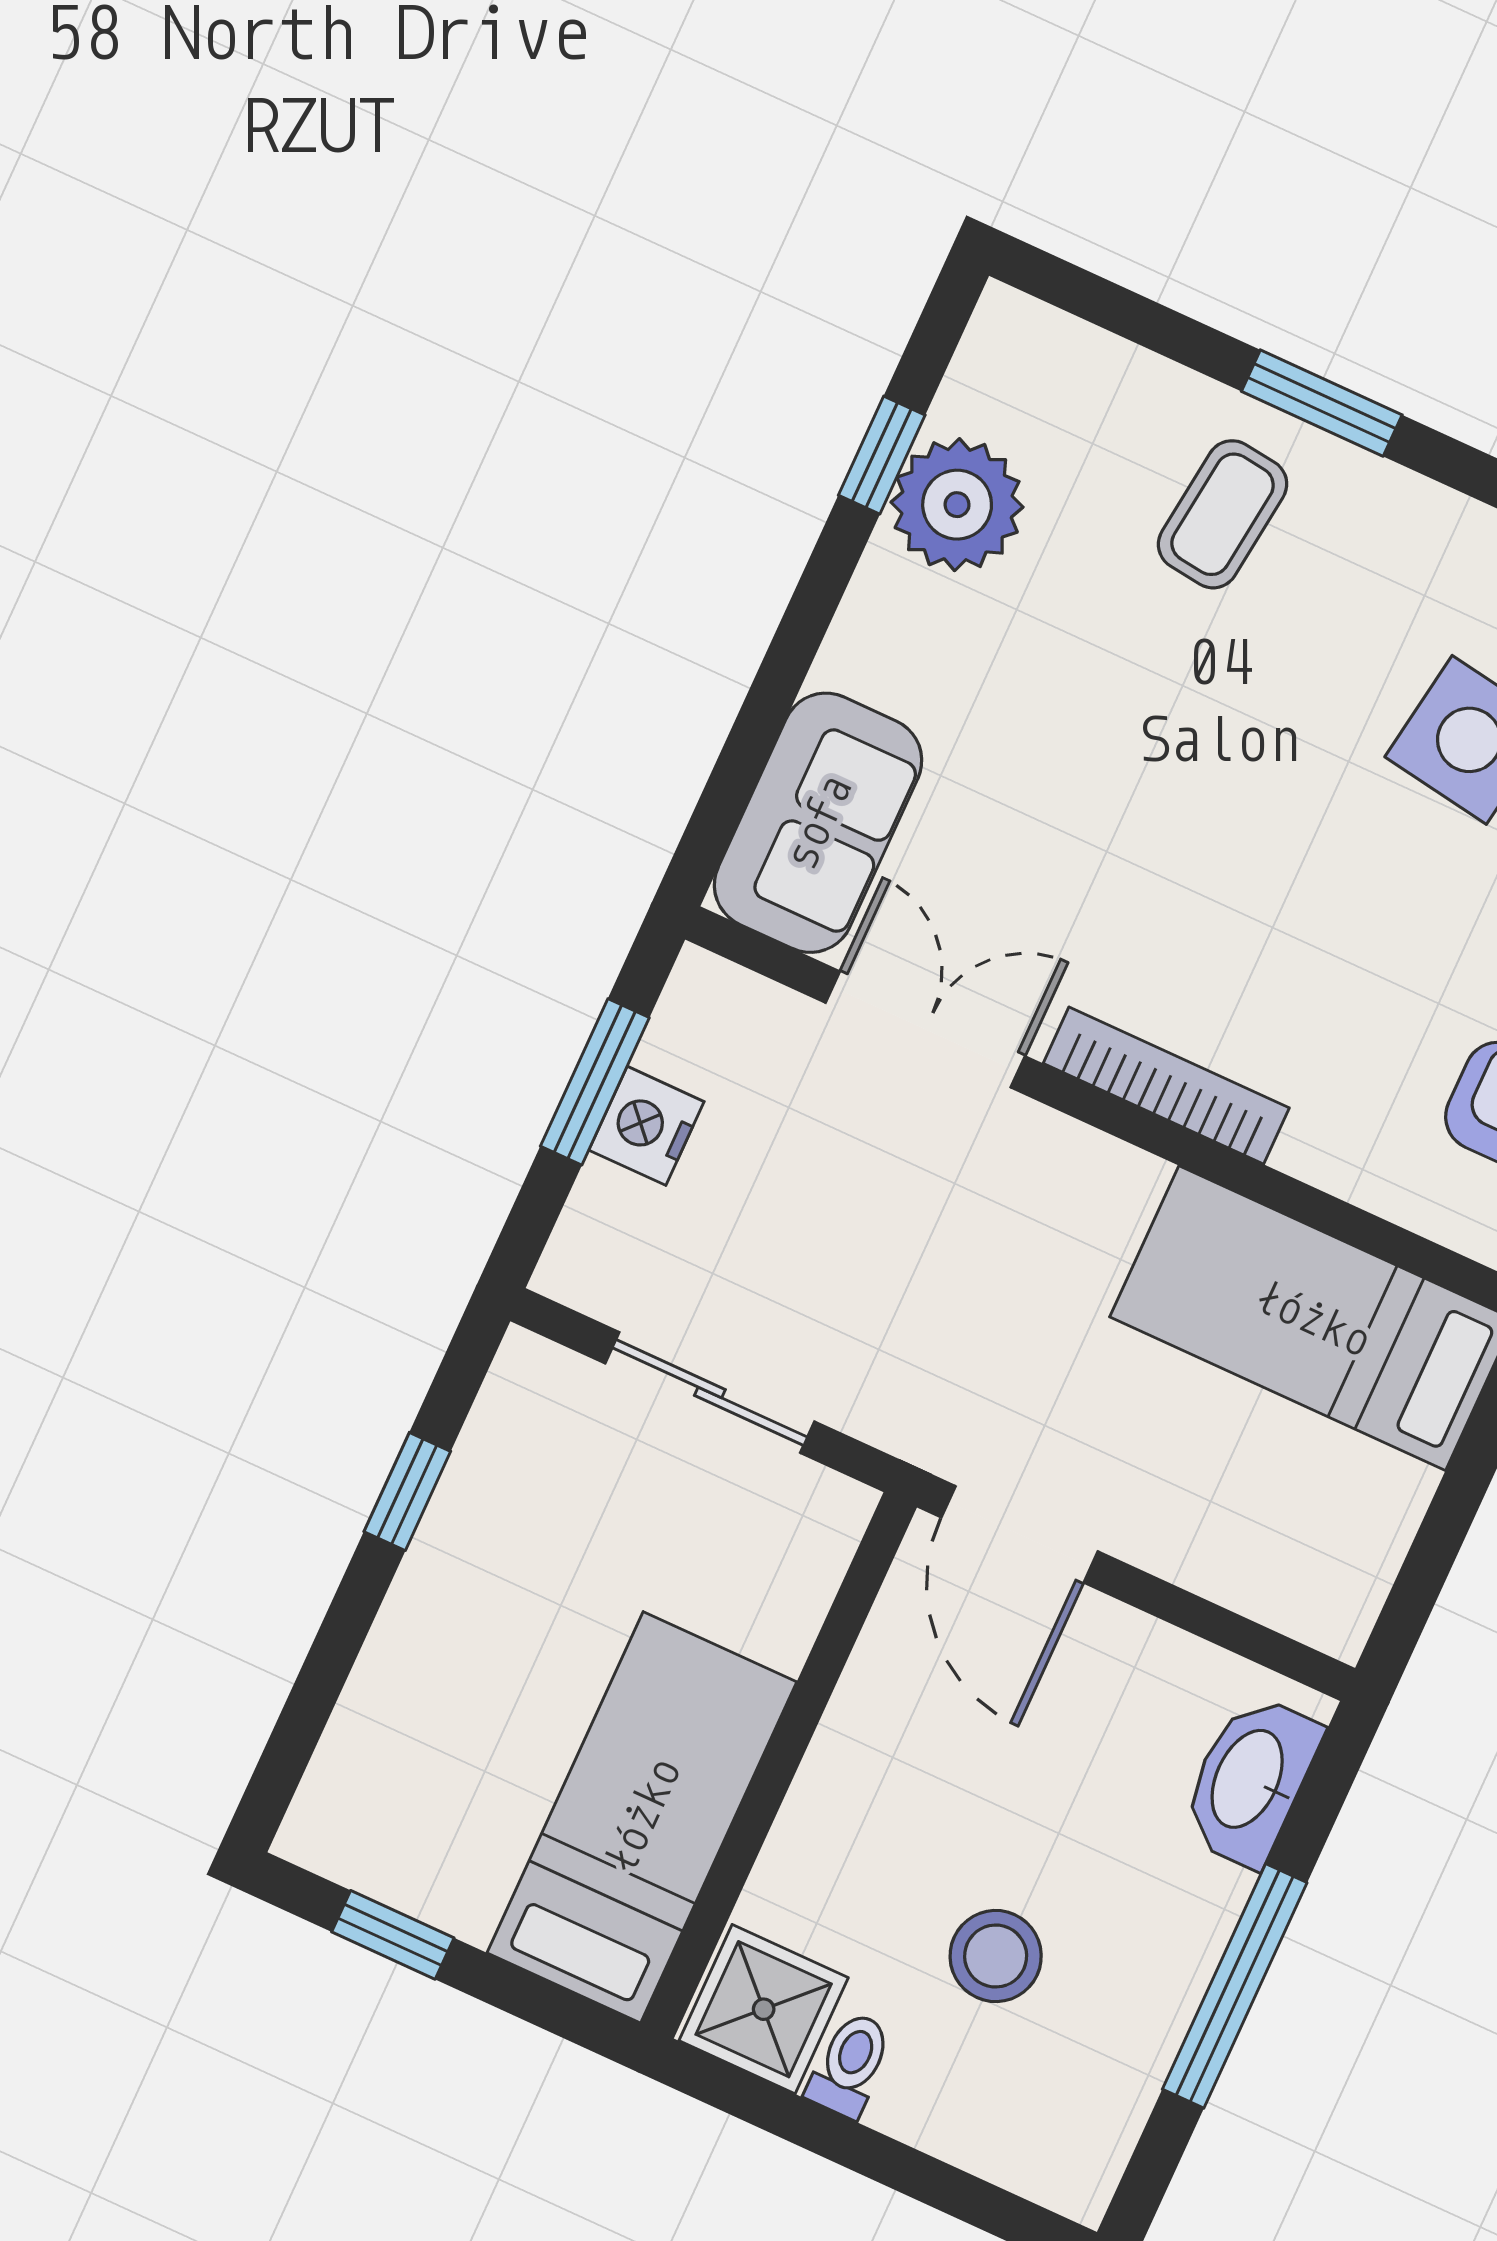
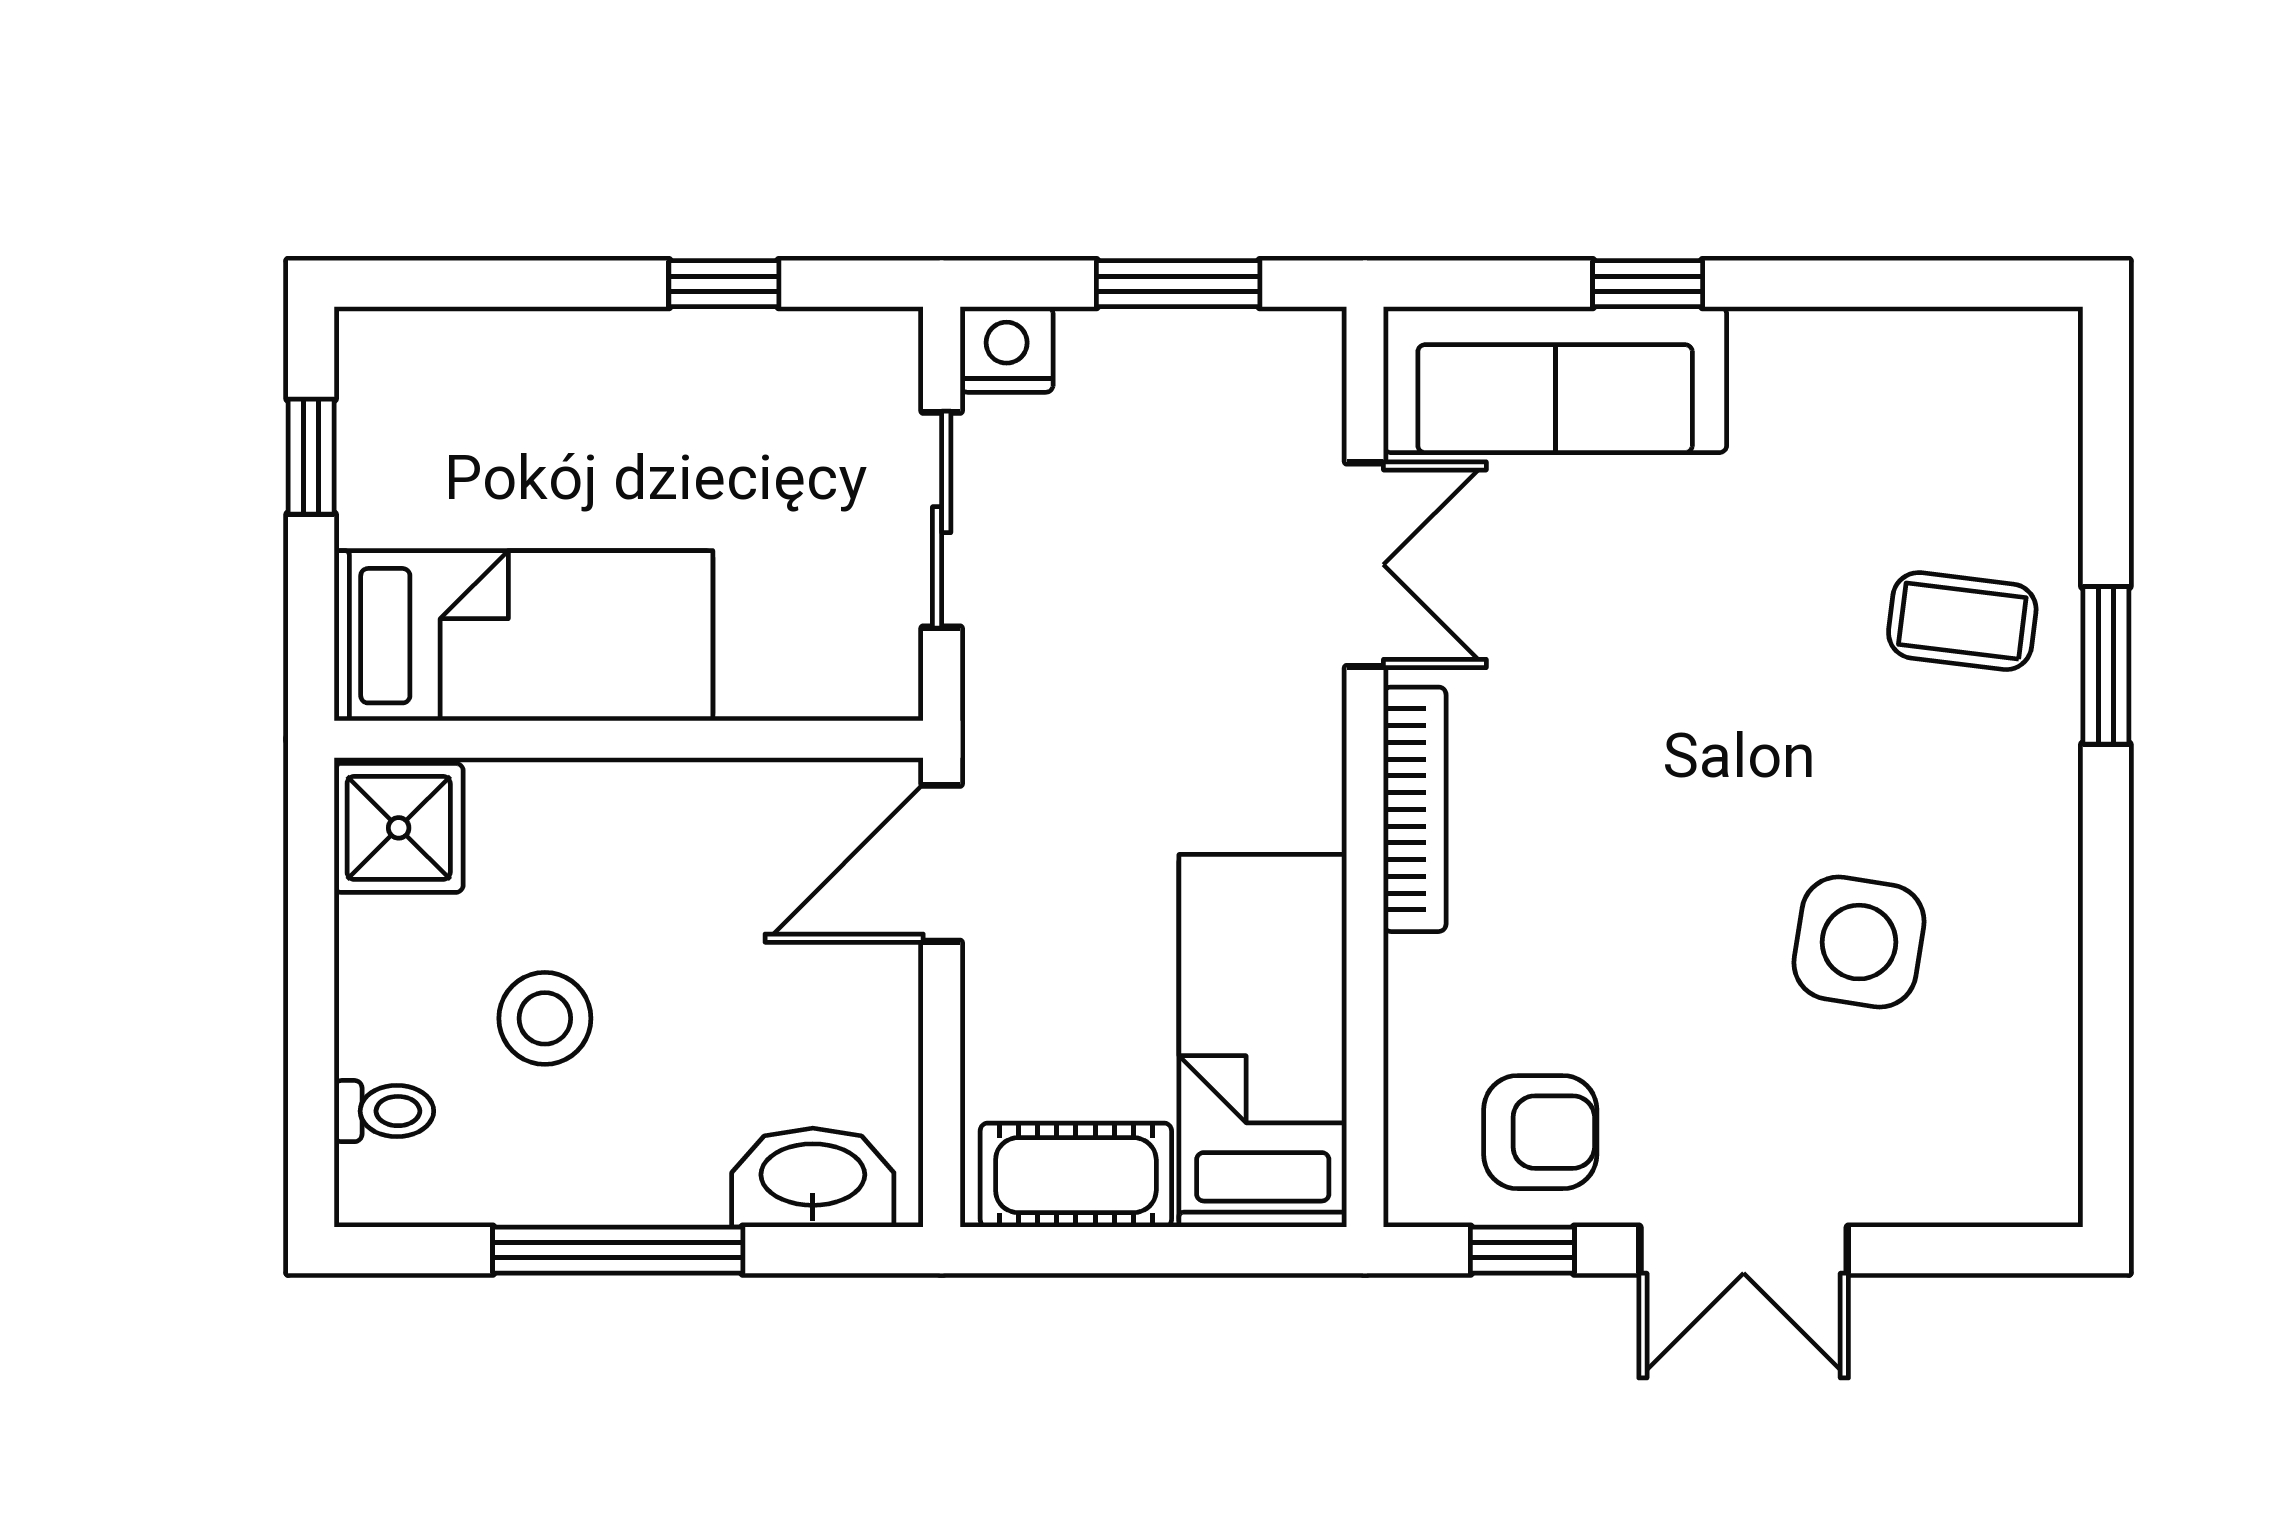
window: (882, 455) -> (1648, 284), moved
plant: (957, 505) -> (1860, 374), removed
sofa: (818, 823) -> (1555, 380), width x1.36
nightstand: (646, 1126) -> (1007, 350), moved
cot: (1356, 1542) -> (1076, 1175), added
toilet: (850, 2065) -> (384, 1111), moved

